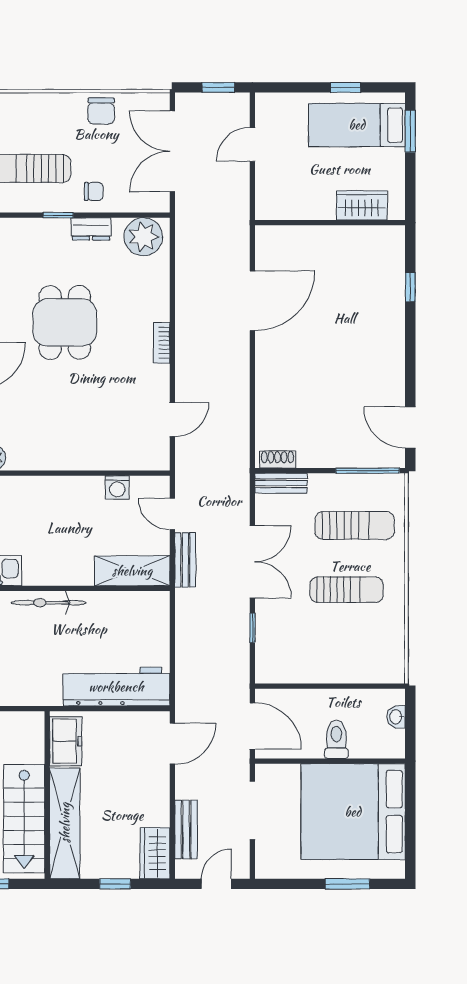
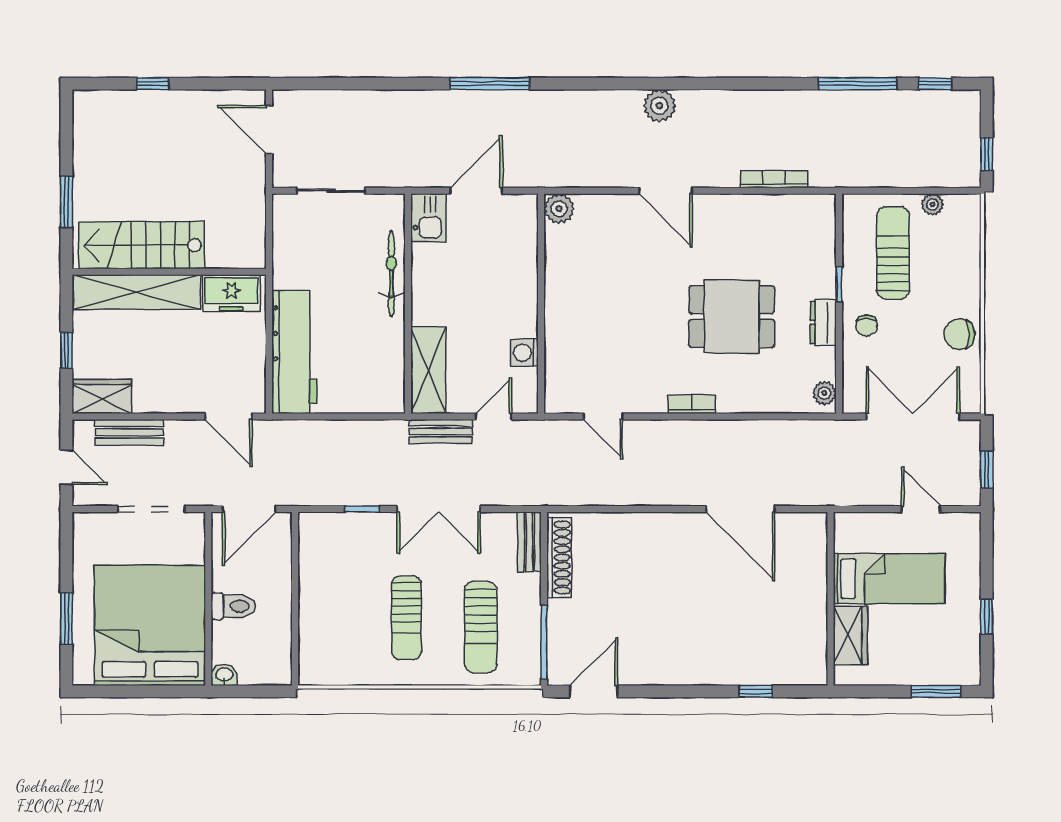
bed: (357, 125) -> (889, 579), moved, turned 90
plant: (143, 237) -> (824, 393), width x0.53, depth x0.53
dining table: (65, 322) -> (732, 317), moved
shoe rack: (277, 459) -> (559, 557), width x1.94, depth x1.24
washbasin: (396, 717) -> (224, 675), moved

